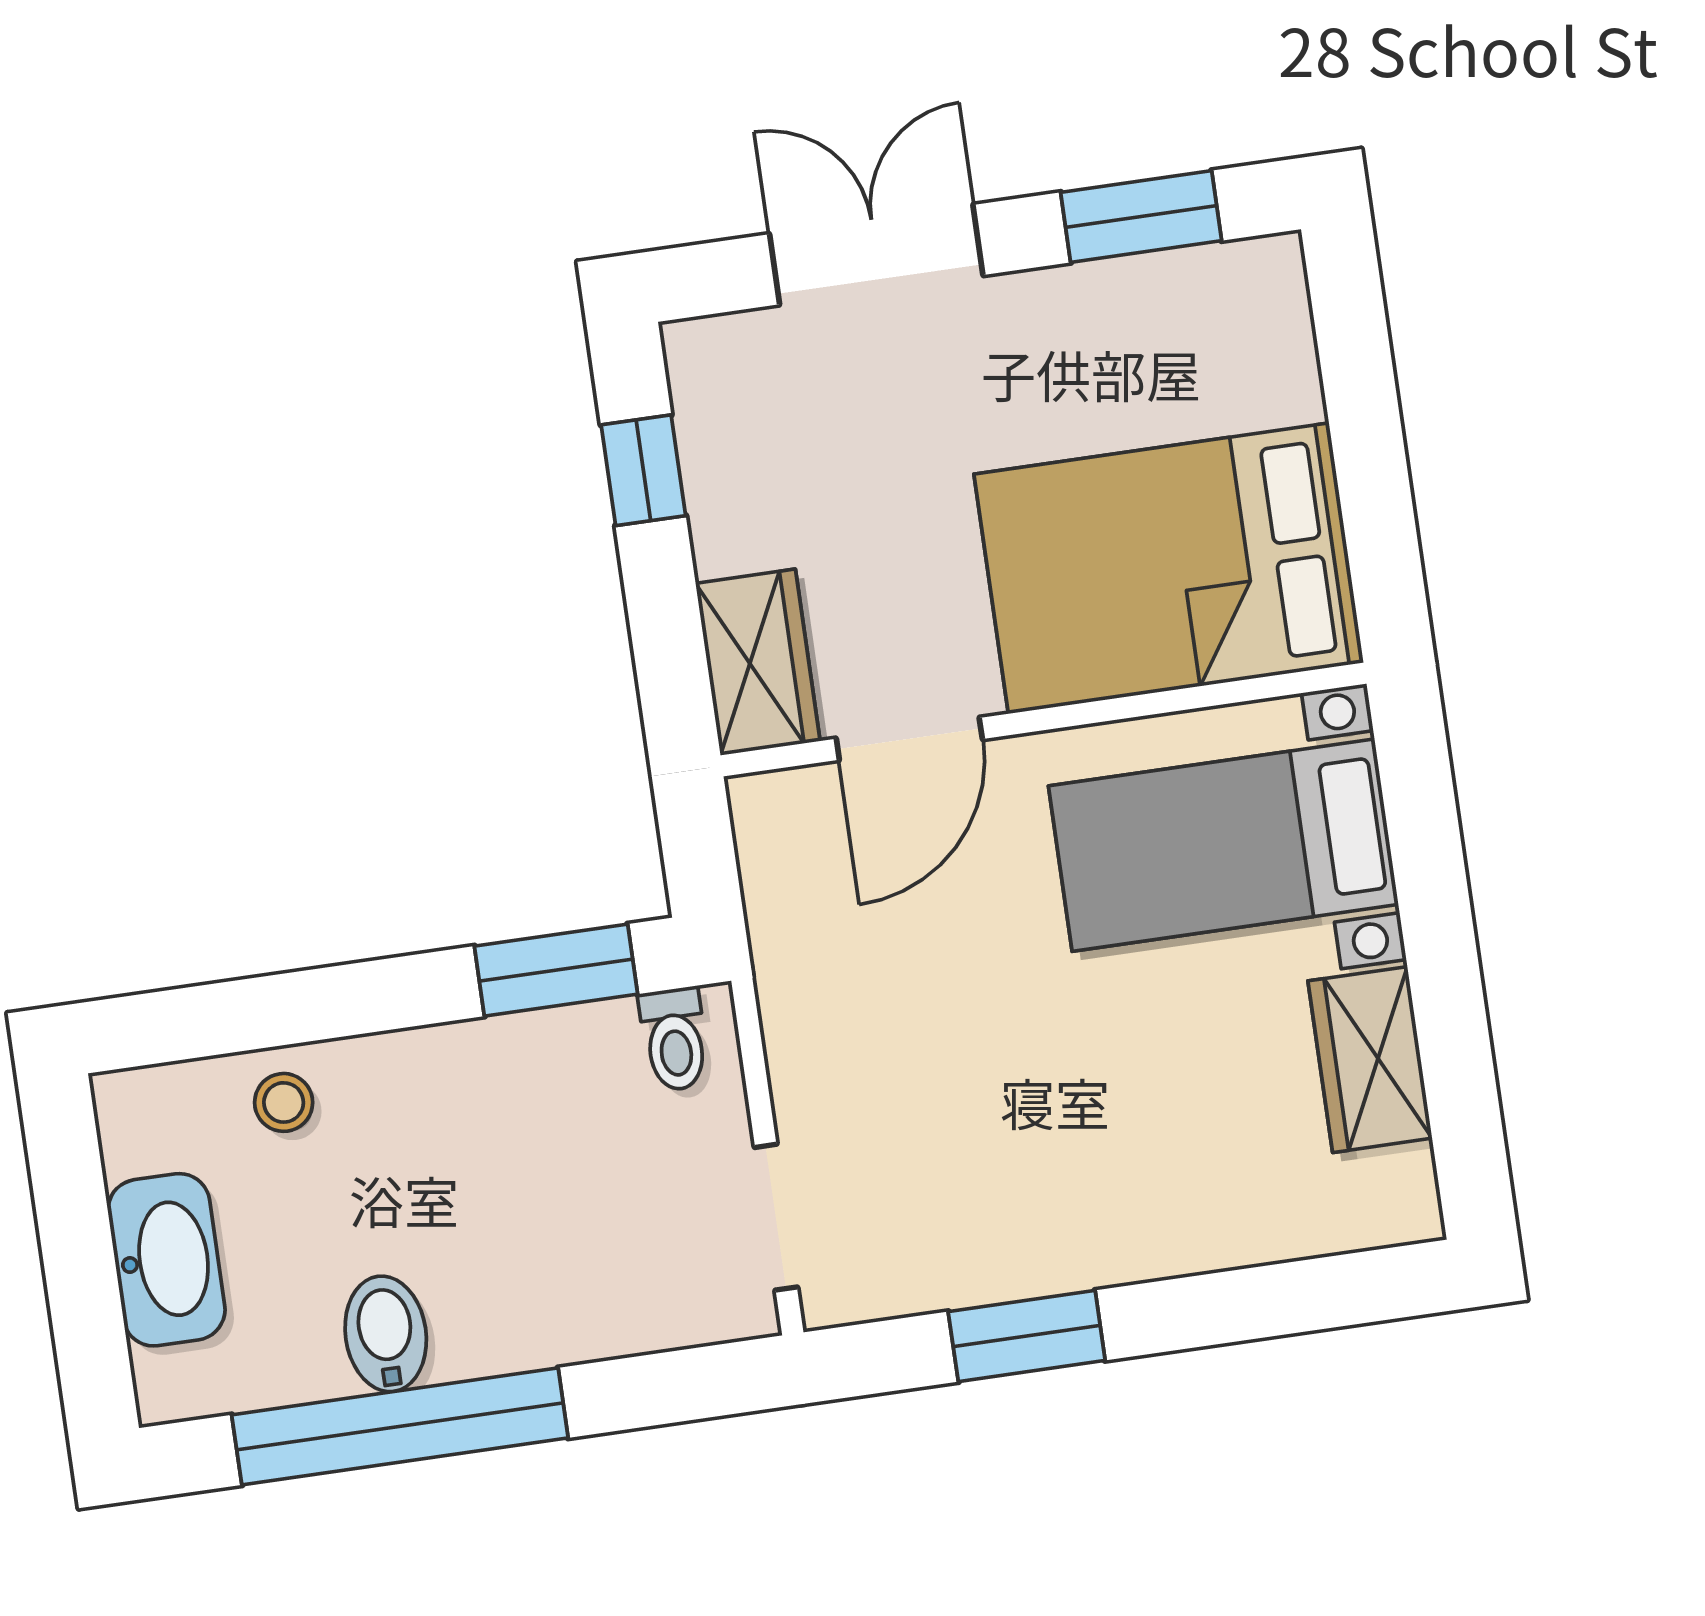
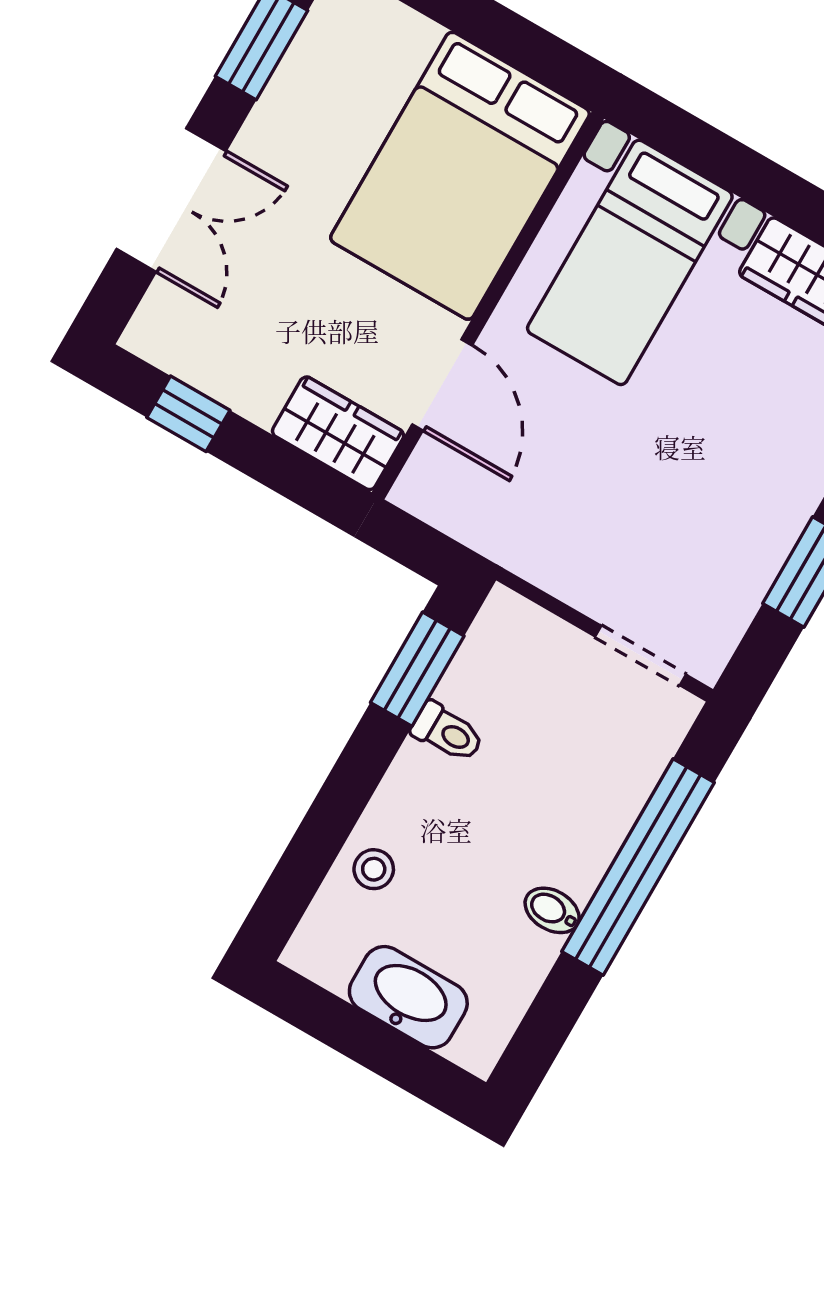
double door: (876, 255) -> (171, 200), swing flipped
toilet: (674, 1039) -> (447, 732), moved
bidet: (386, 1334) -> (552, 910), width x0.72, depth x0.74
window: (400, 1426) -> (638, 867), moved

